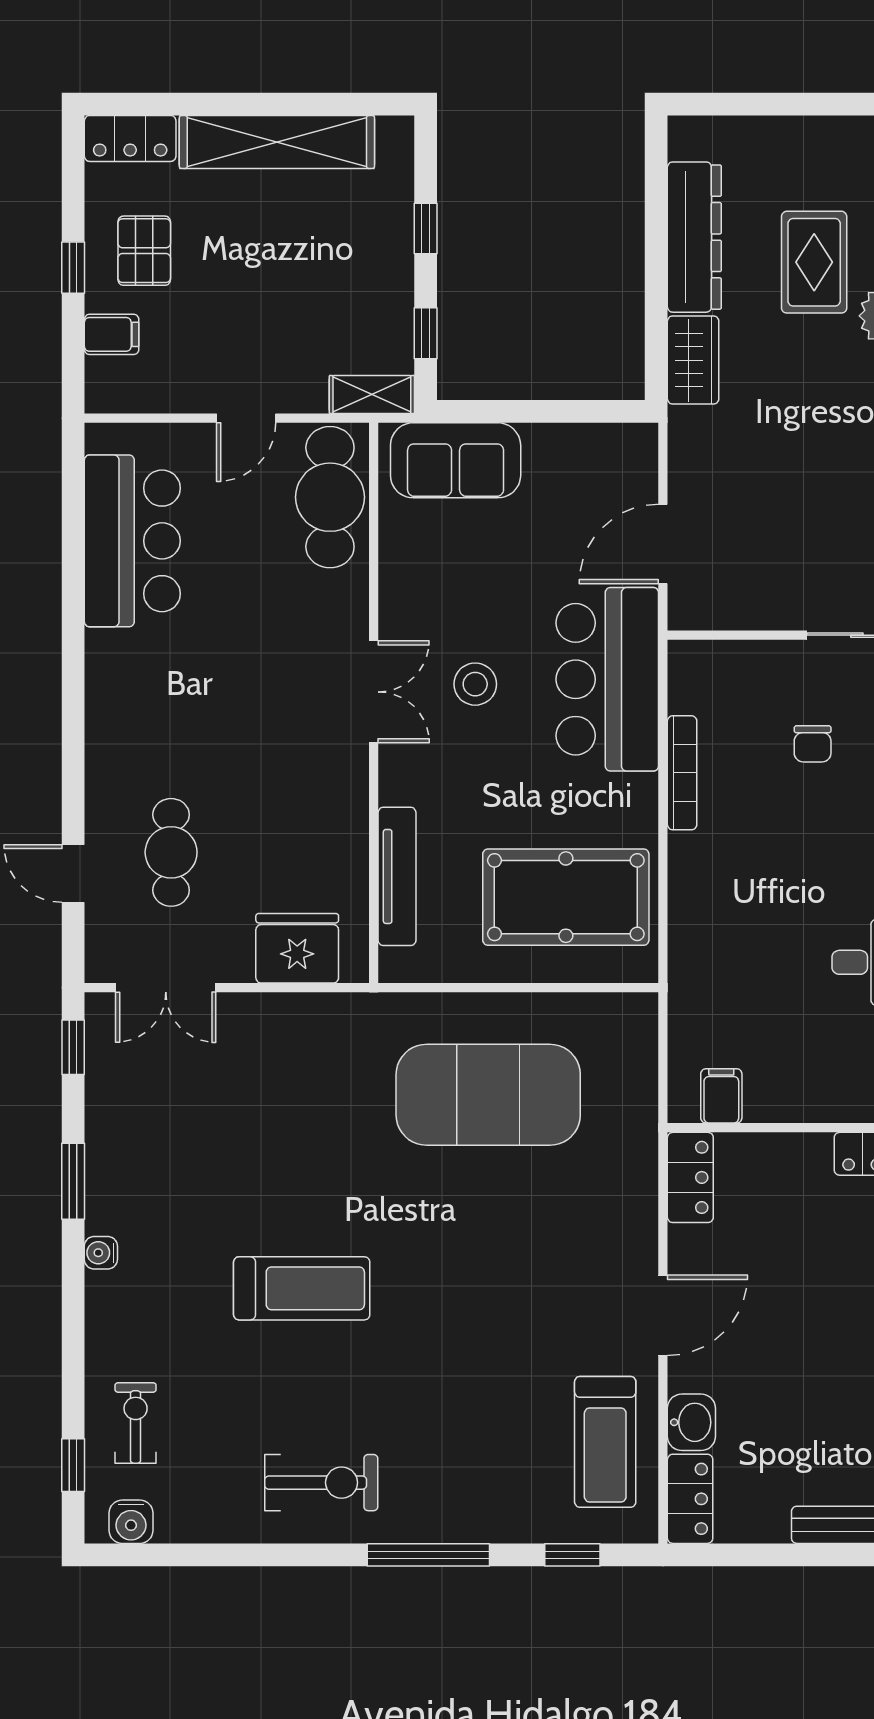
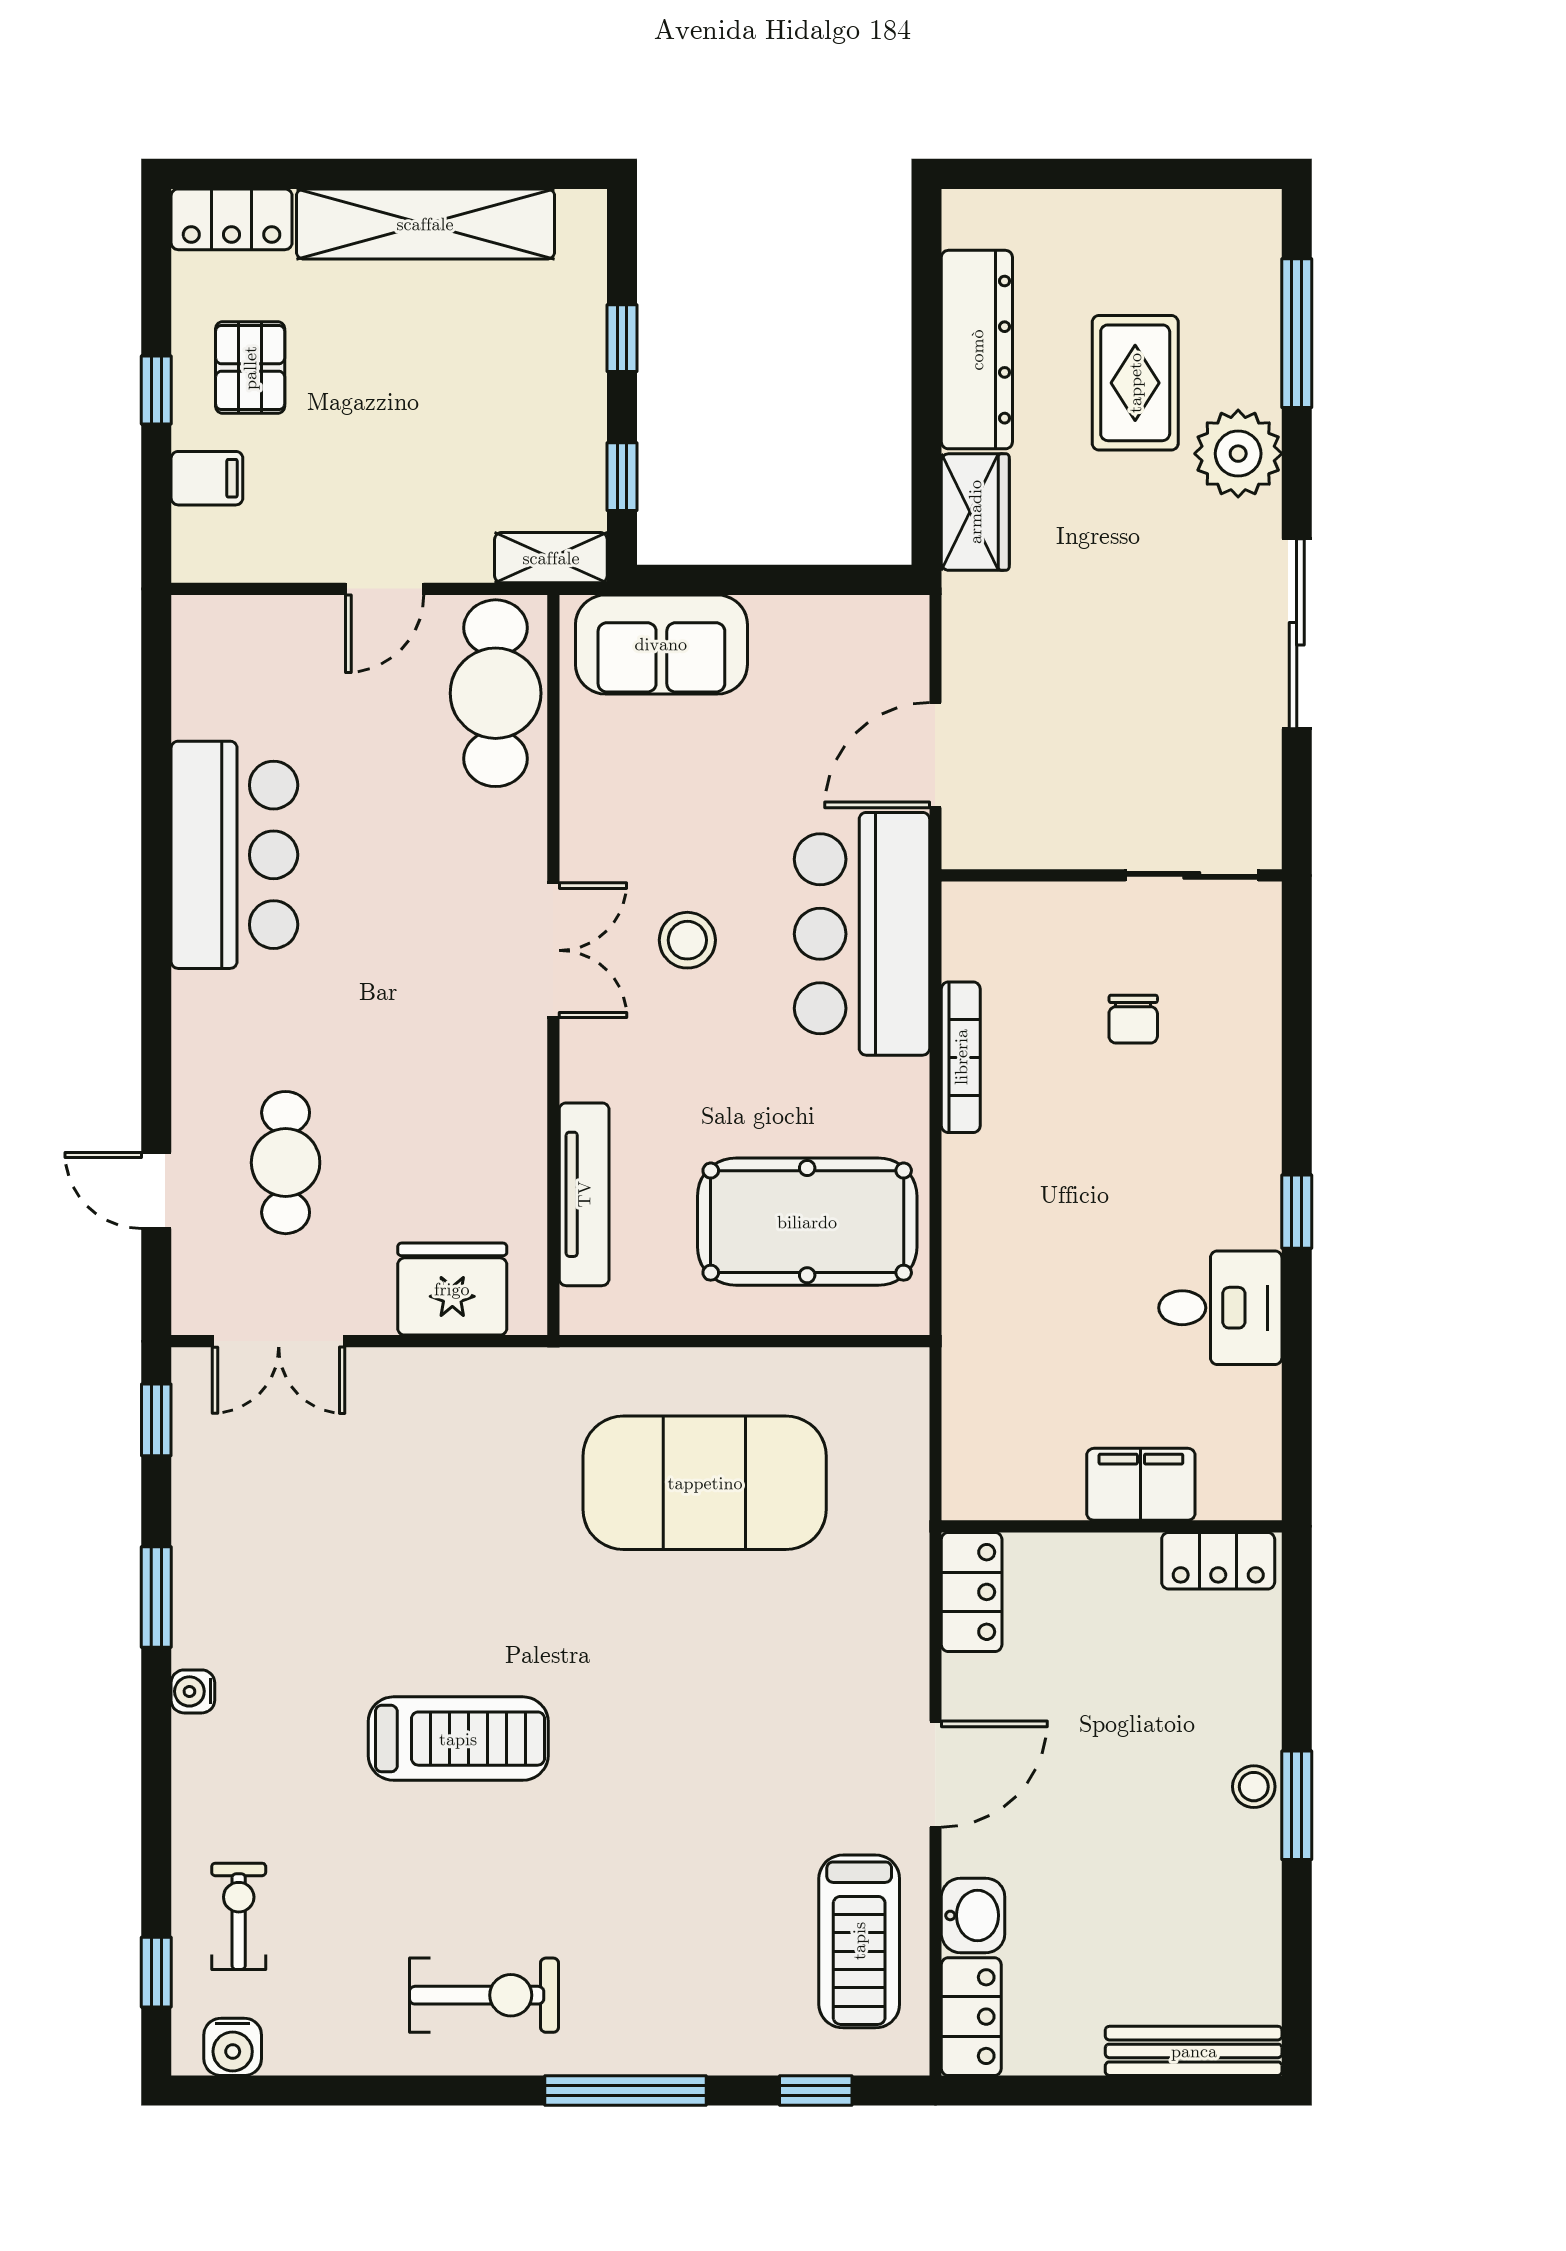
bar counter: (132, 541) -> (234, 855), moved
filing cabinet: (721, 1096) -> (1141, 1484), moved, width x2.00

